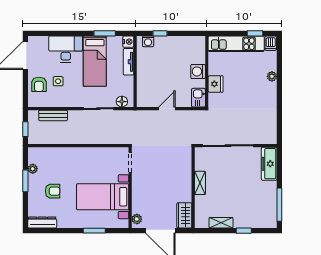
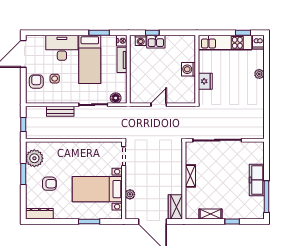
armchair: (39, 84) -> (36, 82), turned 180
kitchen sink: (198, 98) -> (156, 42), moved, turned -90
bench: (53, 115) -> (60, 111), moved
freezer: (269, 164) -> (257, 180), moved
plant: (33, 169) -> (34, 158), width x1.88, depth x1.88
plant: (137, 219) -> (130, 194), moved

